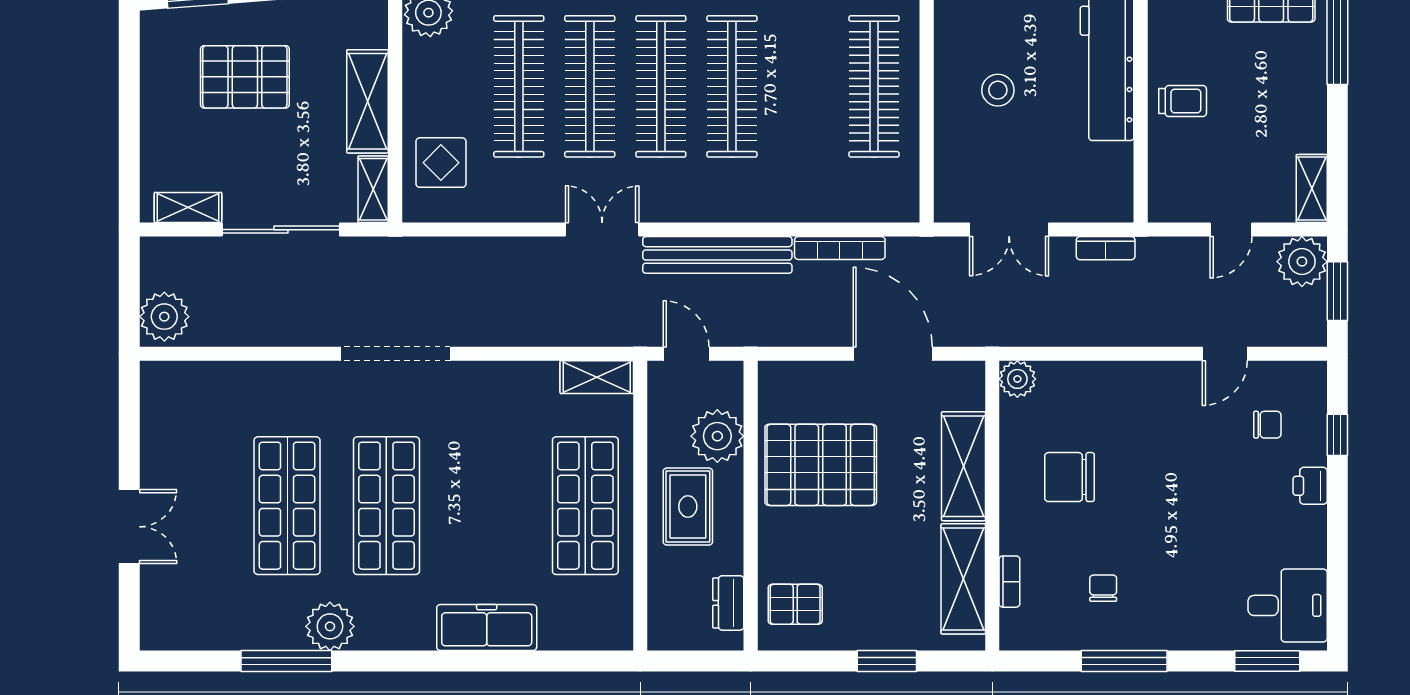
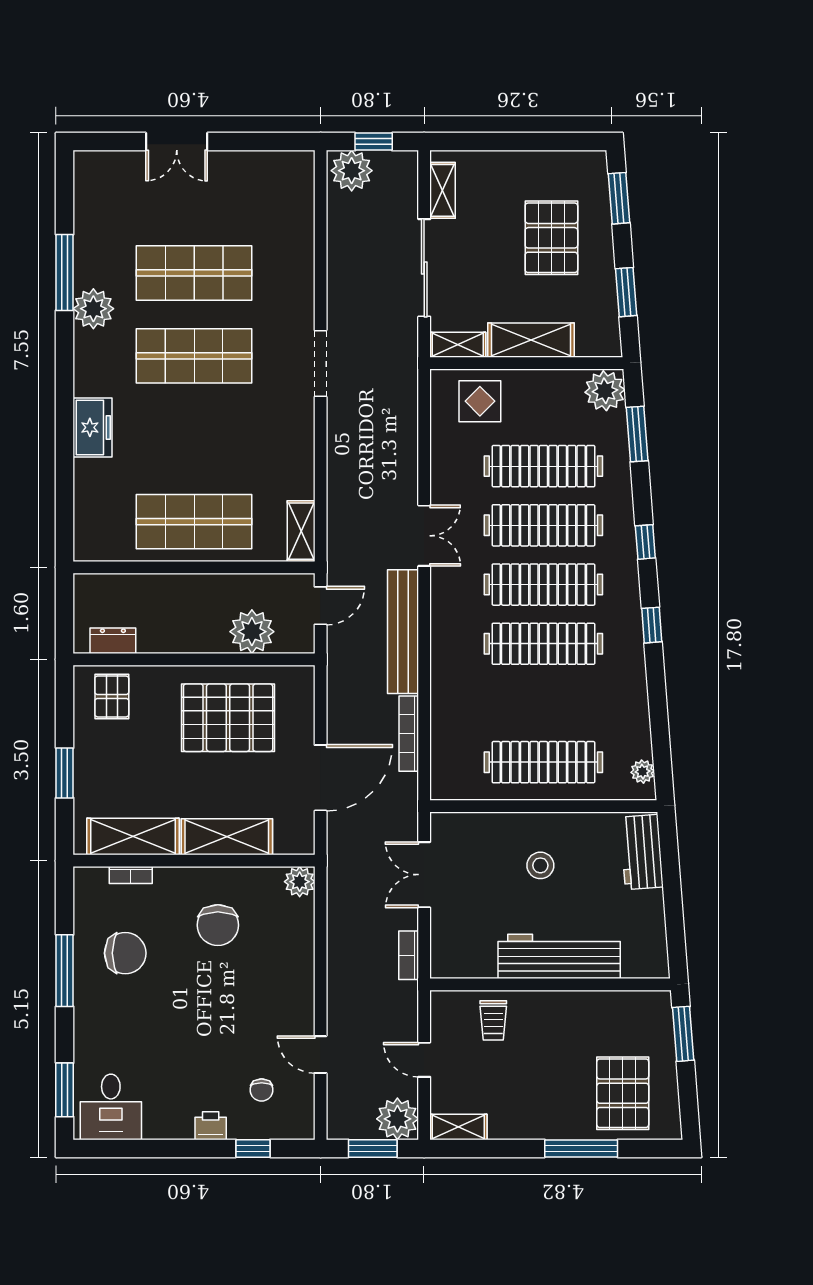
trolley: (1183, 101) -> (493, 1020), moved
window: (129, 290) -> (374, 142), added
doorway: (396, 354) -> (321, 364), width x0.73
pallet: (821, 465) -> (228, 718), turned 90
chair: (1069, 477) -> (218, 925), turned 180
rug: (688, 507) -> (193, 607), removed
chair: (1103, 588) -> (125, 953), width x1.87, depth x1.87
freezer: (487, 627) -> (92, 427), width x0.71

